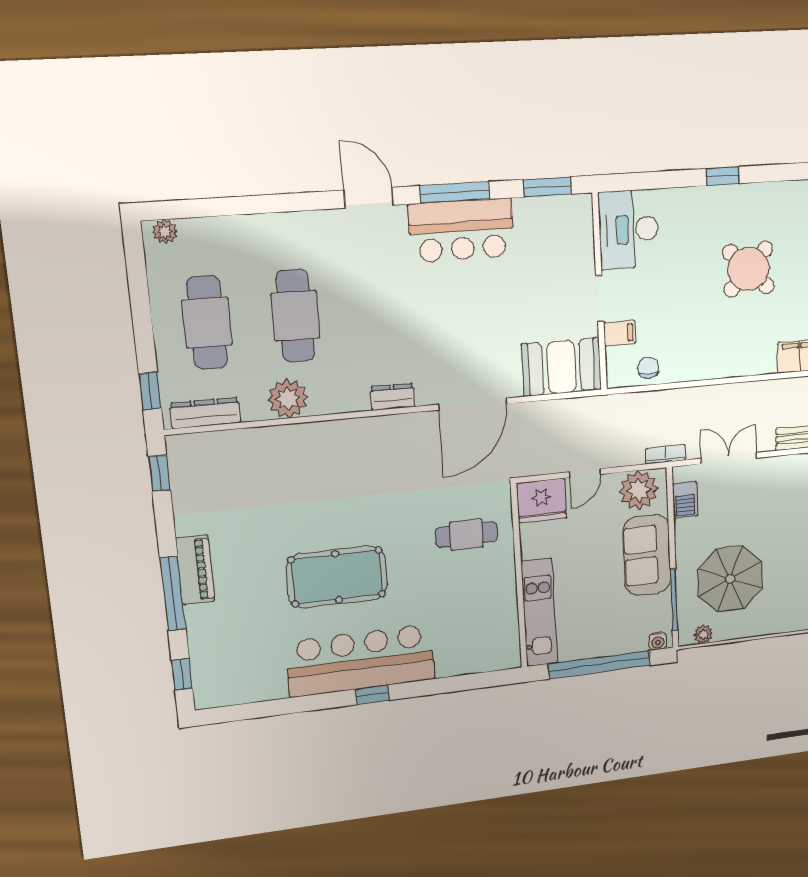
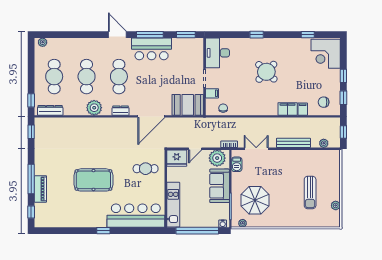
cafe table: (382, 309) -> (119, 77), added
plant: (288, 399) -> (94, 108), moved
piano: (195, 570) -> (40, 189), moved
bar counter: (361, 661) -> (136, 216), moved

